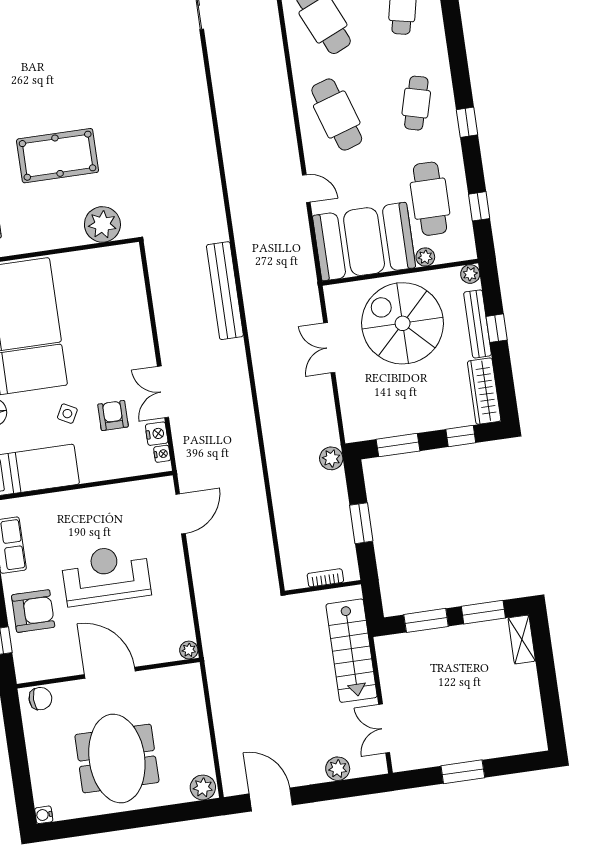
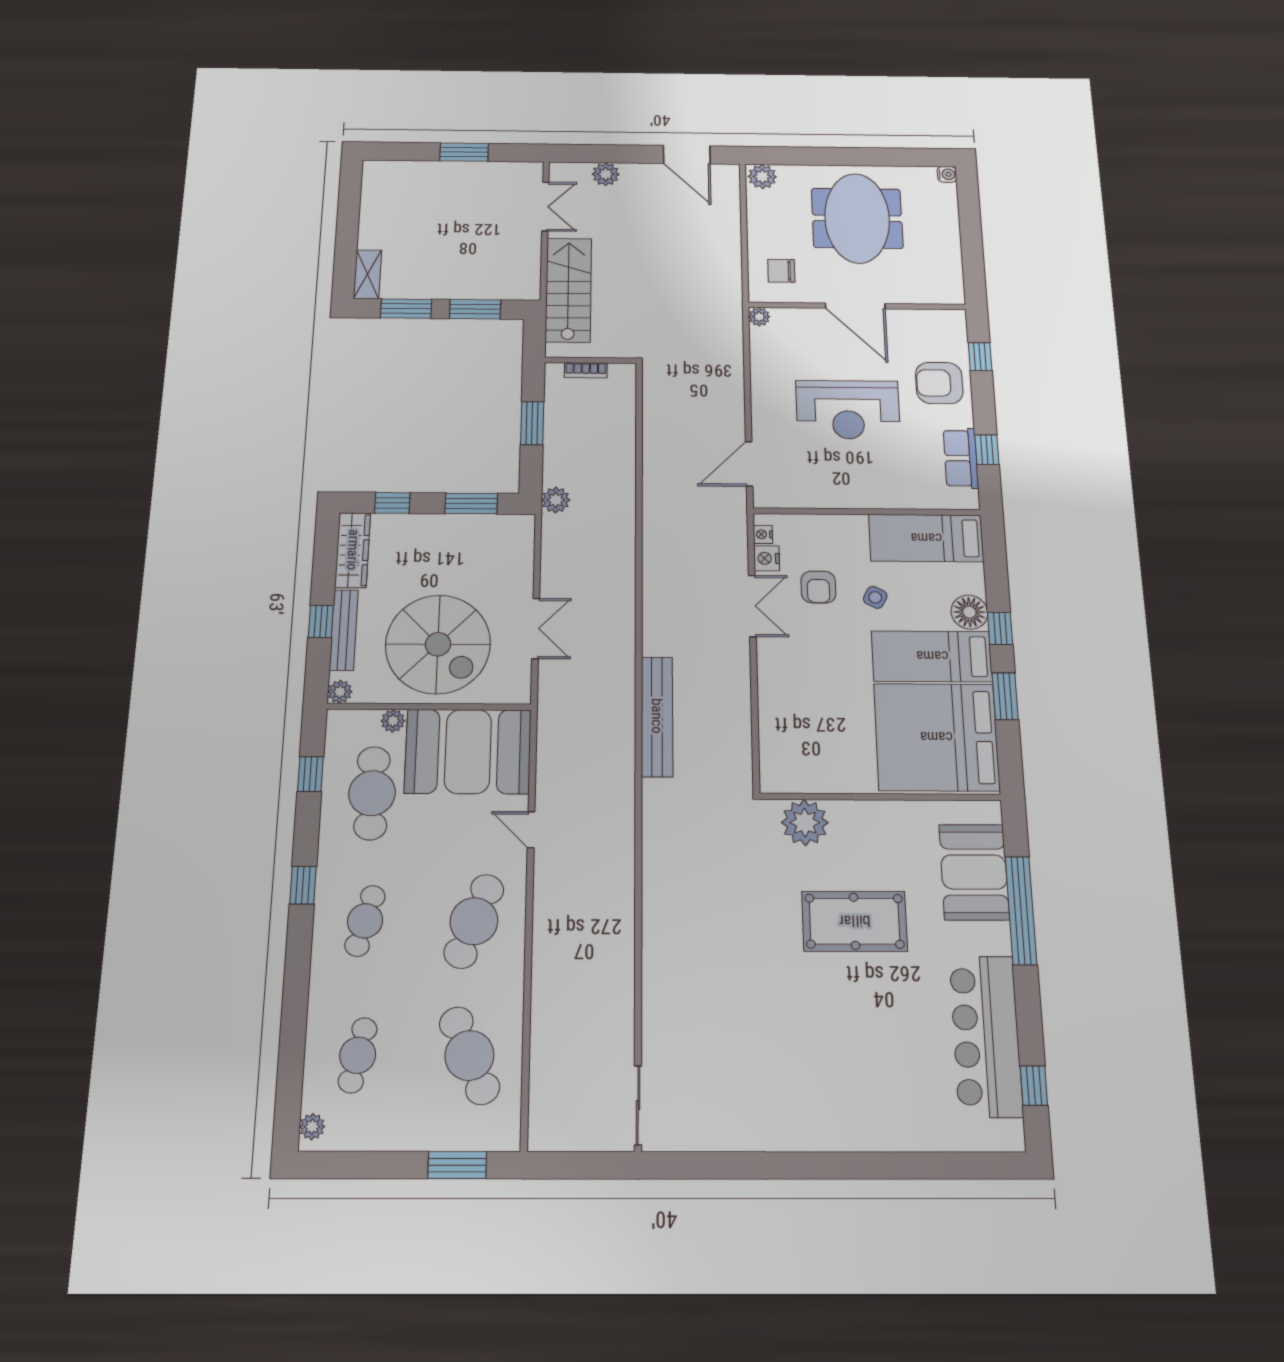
cafe table: (337, 115) -> (474, 921), turned 39
chair: (40, 699) -> (781, 271), moved

